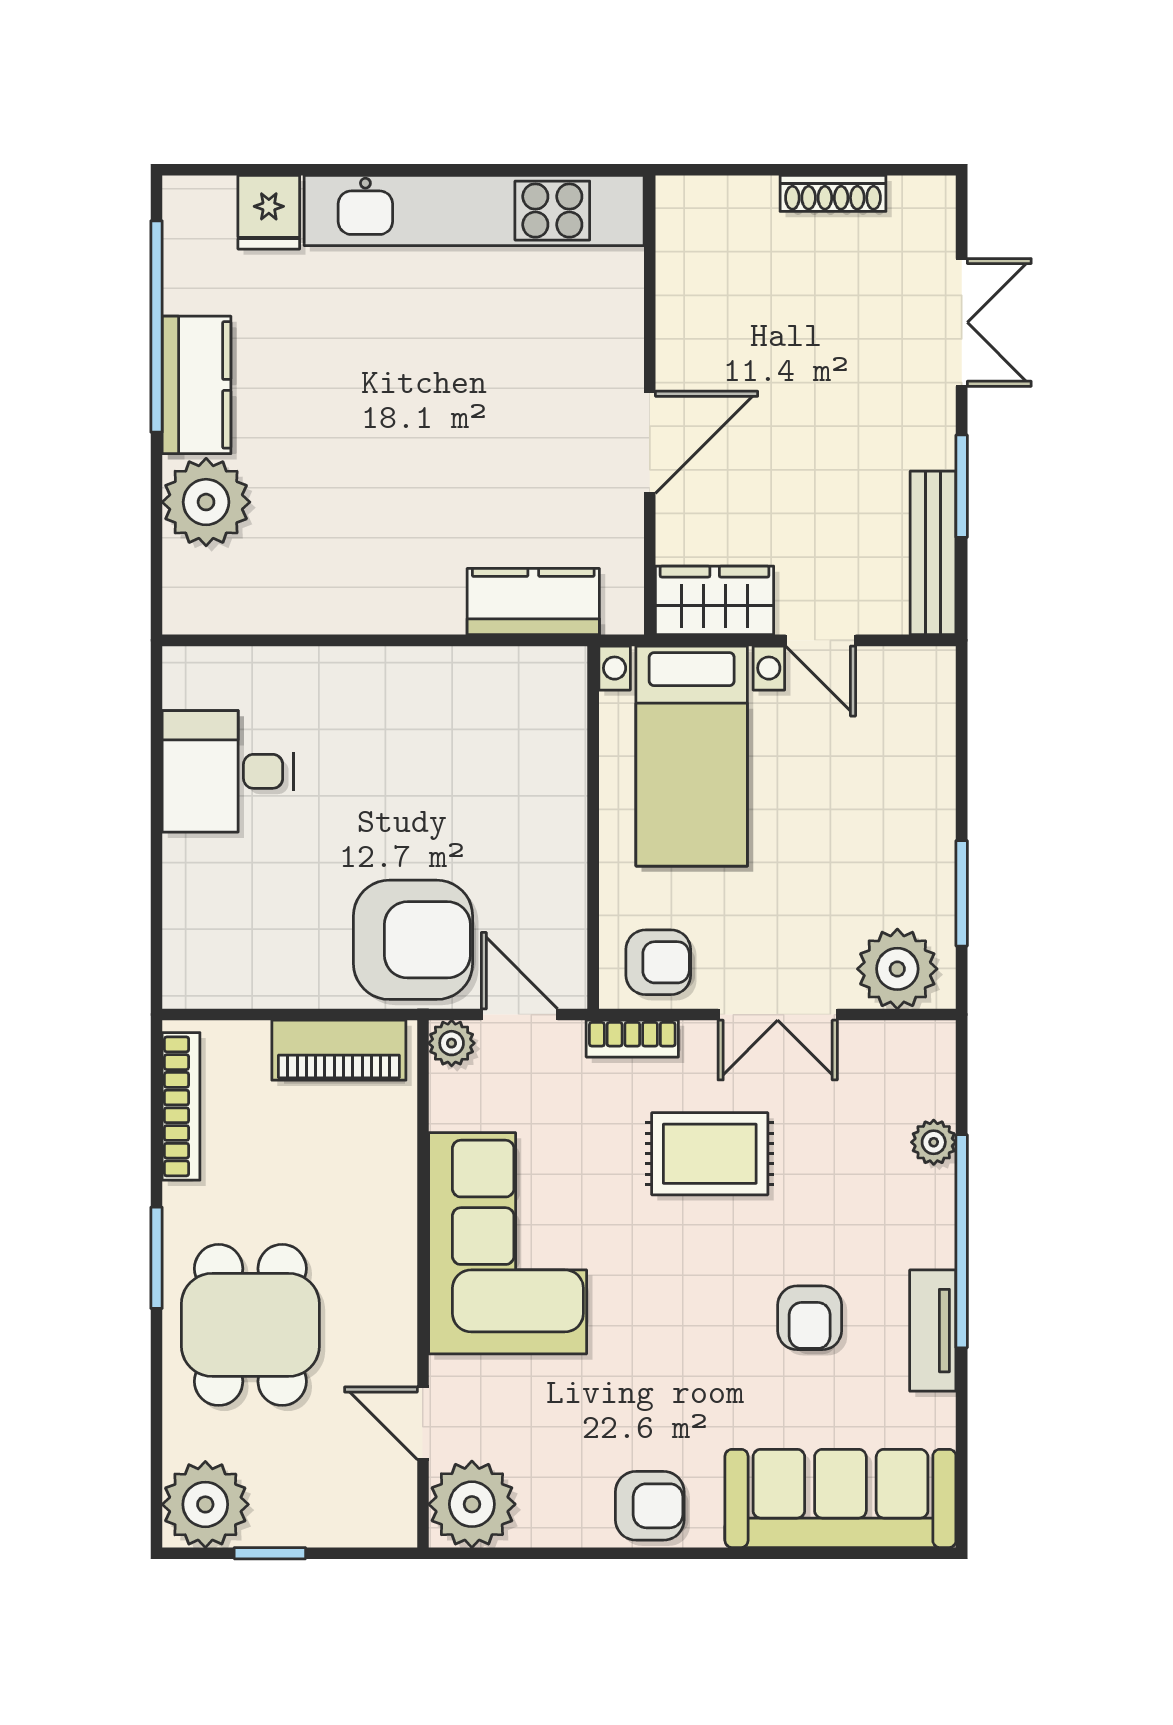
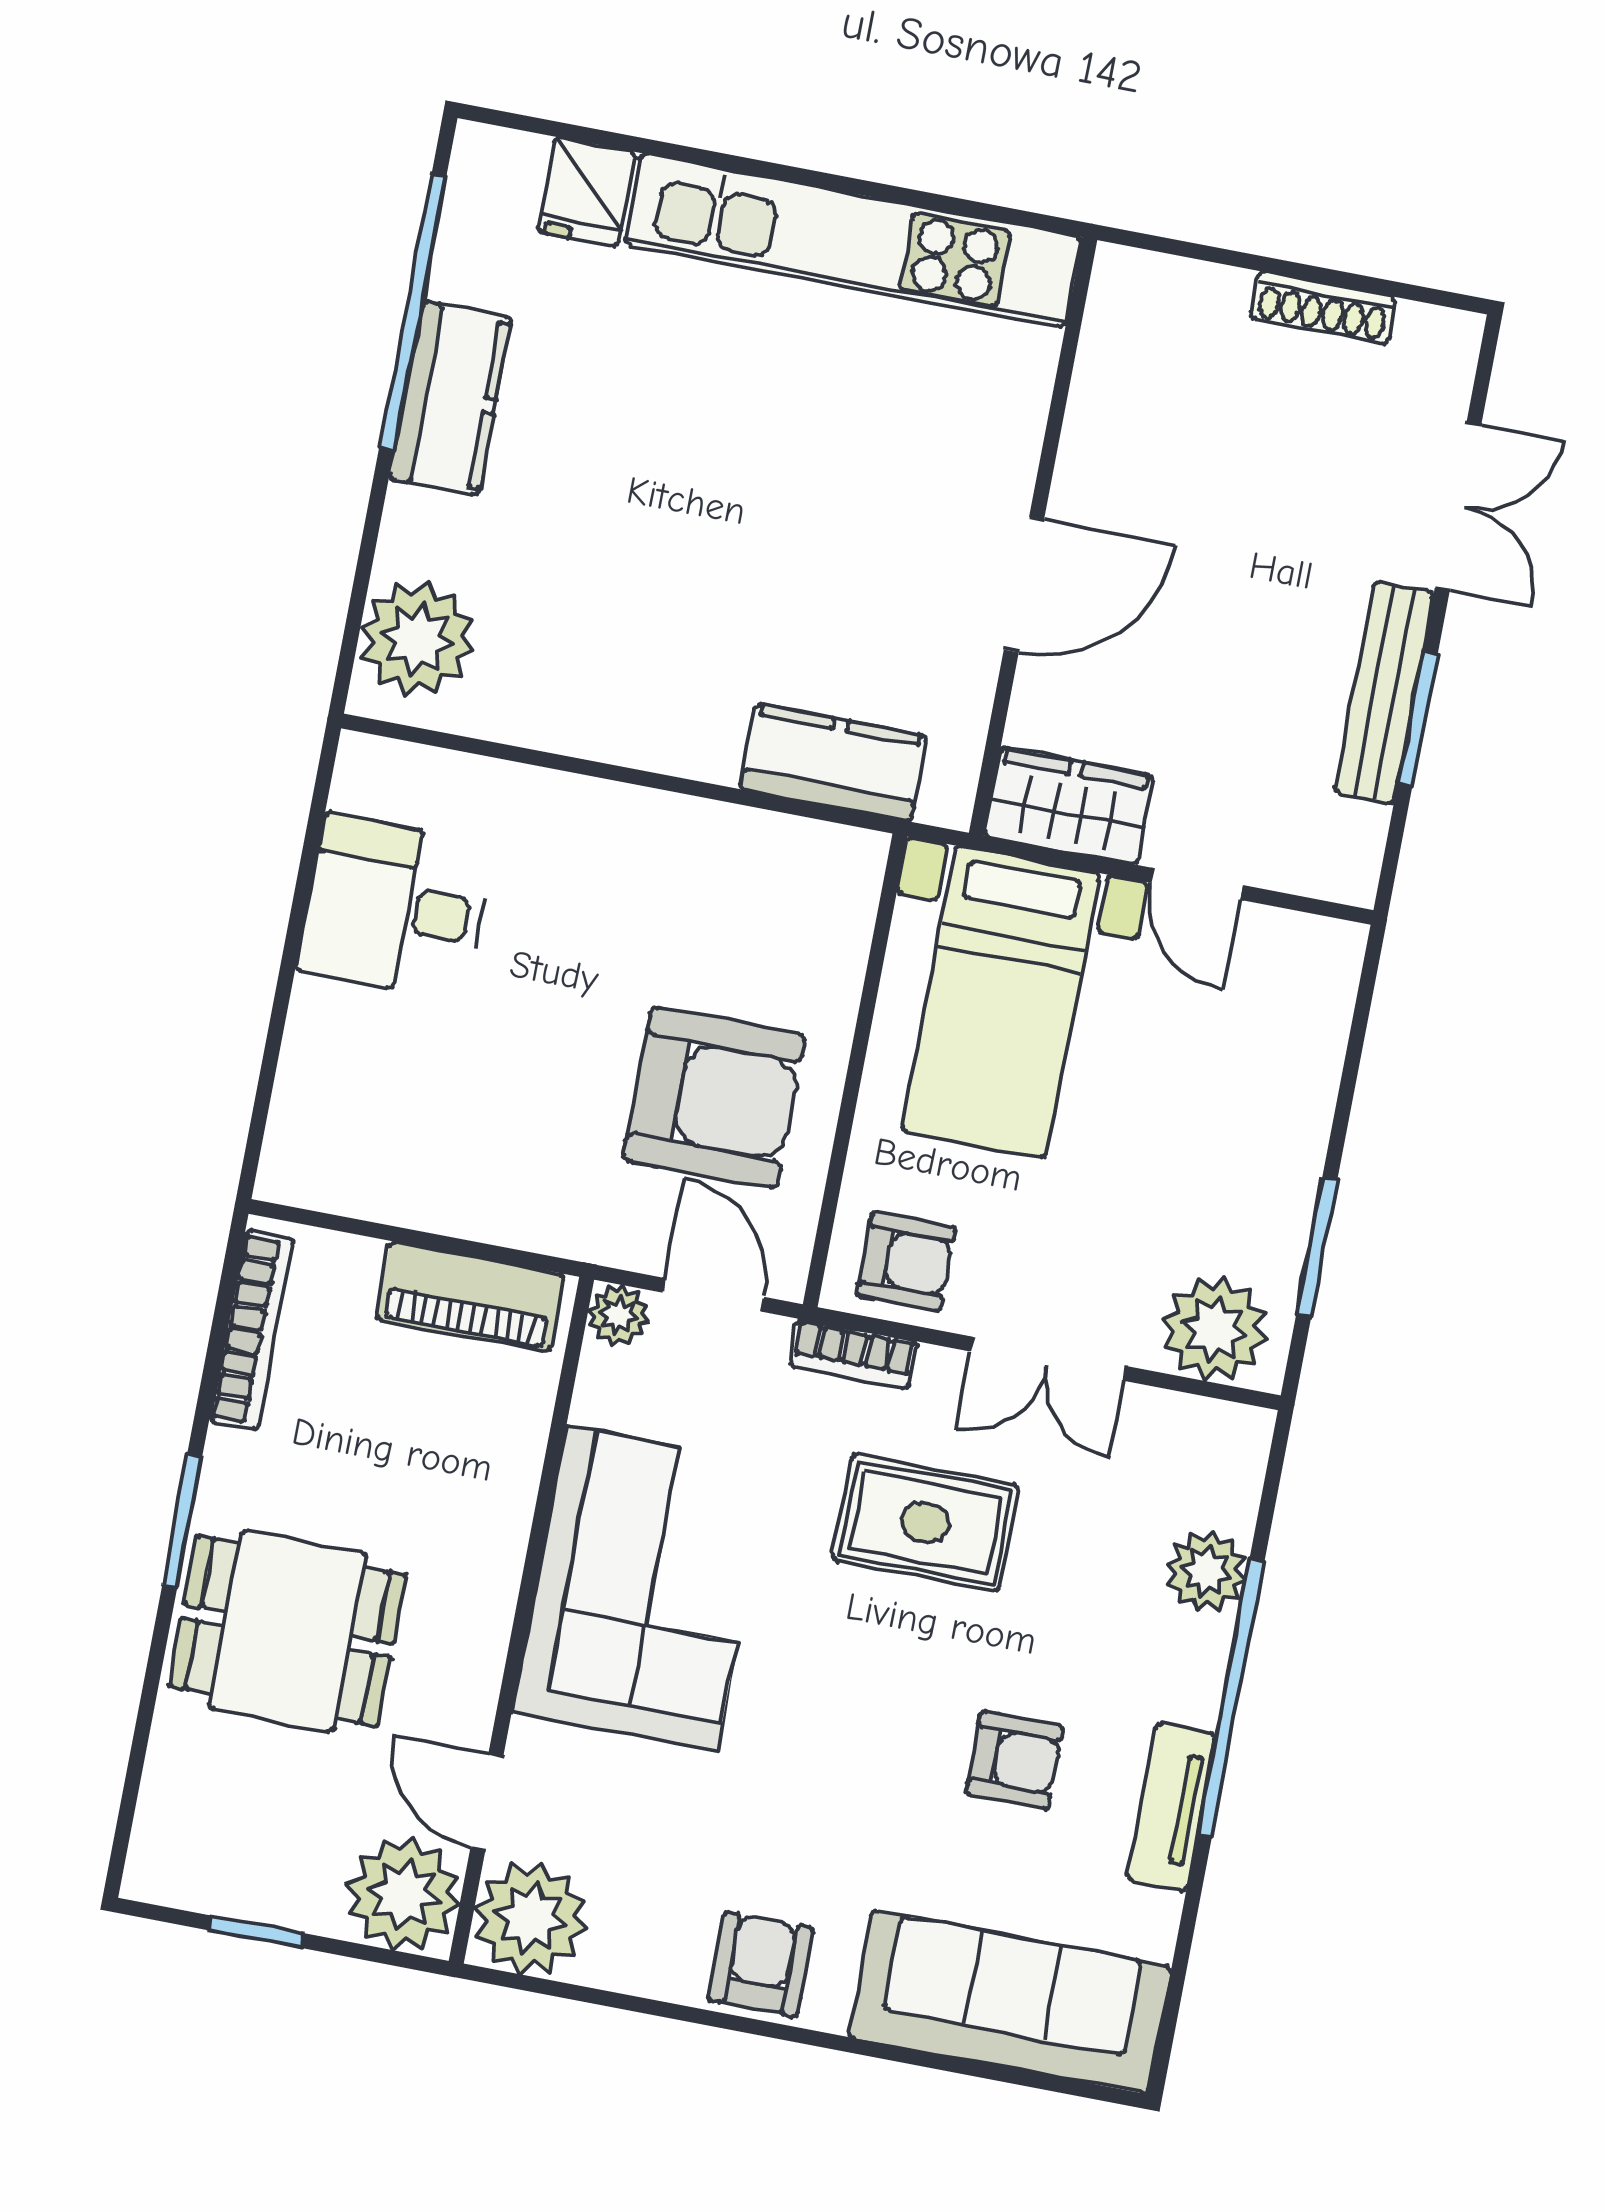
plant: (206, 502) -> (417, 639), moved
bench: (933, 553) -> (1384, 692), moved
armchair: (413, 940) -> (714, 1098), moved
plant: (934, 1142) -> (1206, 1572), width x1.38, depth x1.38
armchair: (810, 1318) -> (1015, 1760), turned -90
dining table: (250, 1325) -> (287, 1631), turned 90
plant: (205, 1504) -> (404, 1894), moved
armchair: (650, 1506) -> (761, 1964), turned -90

